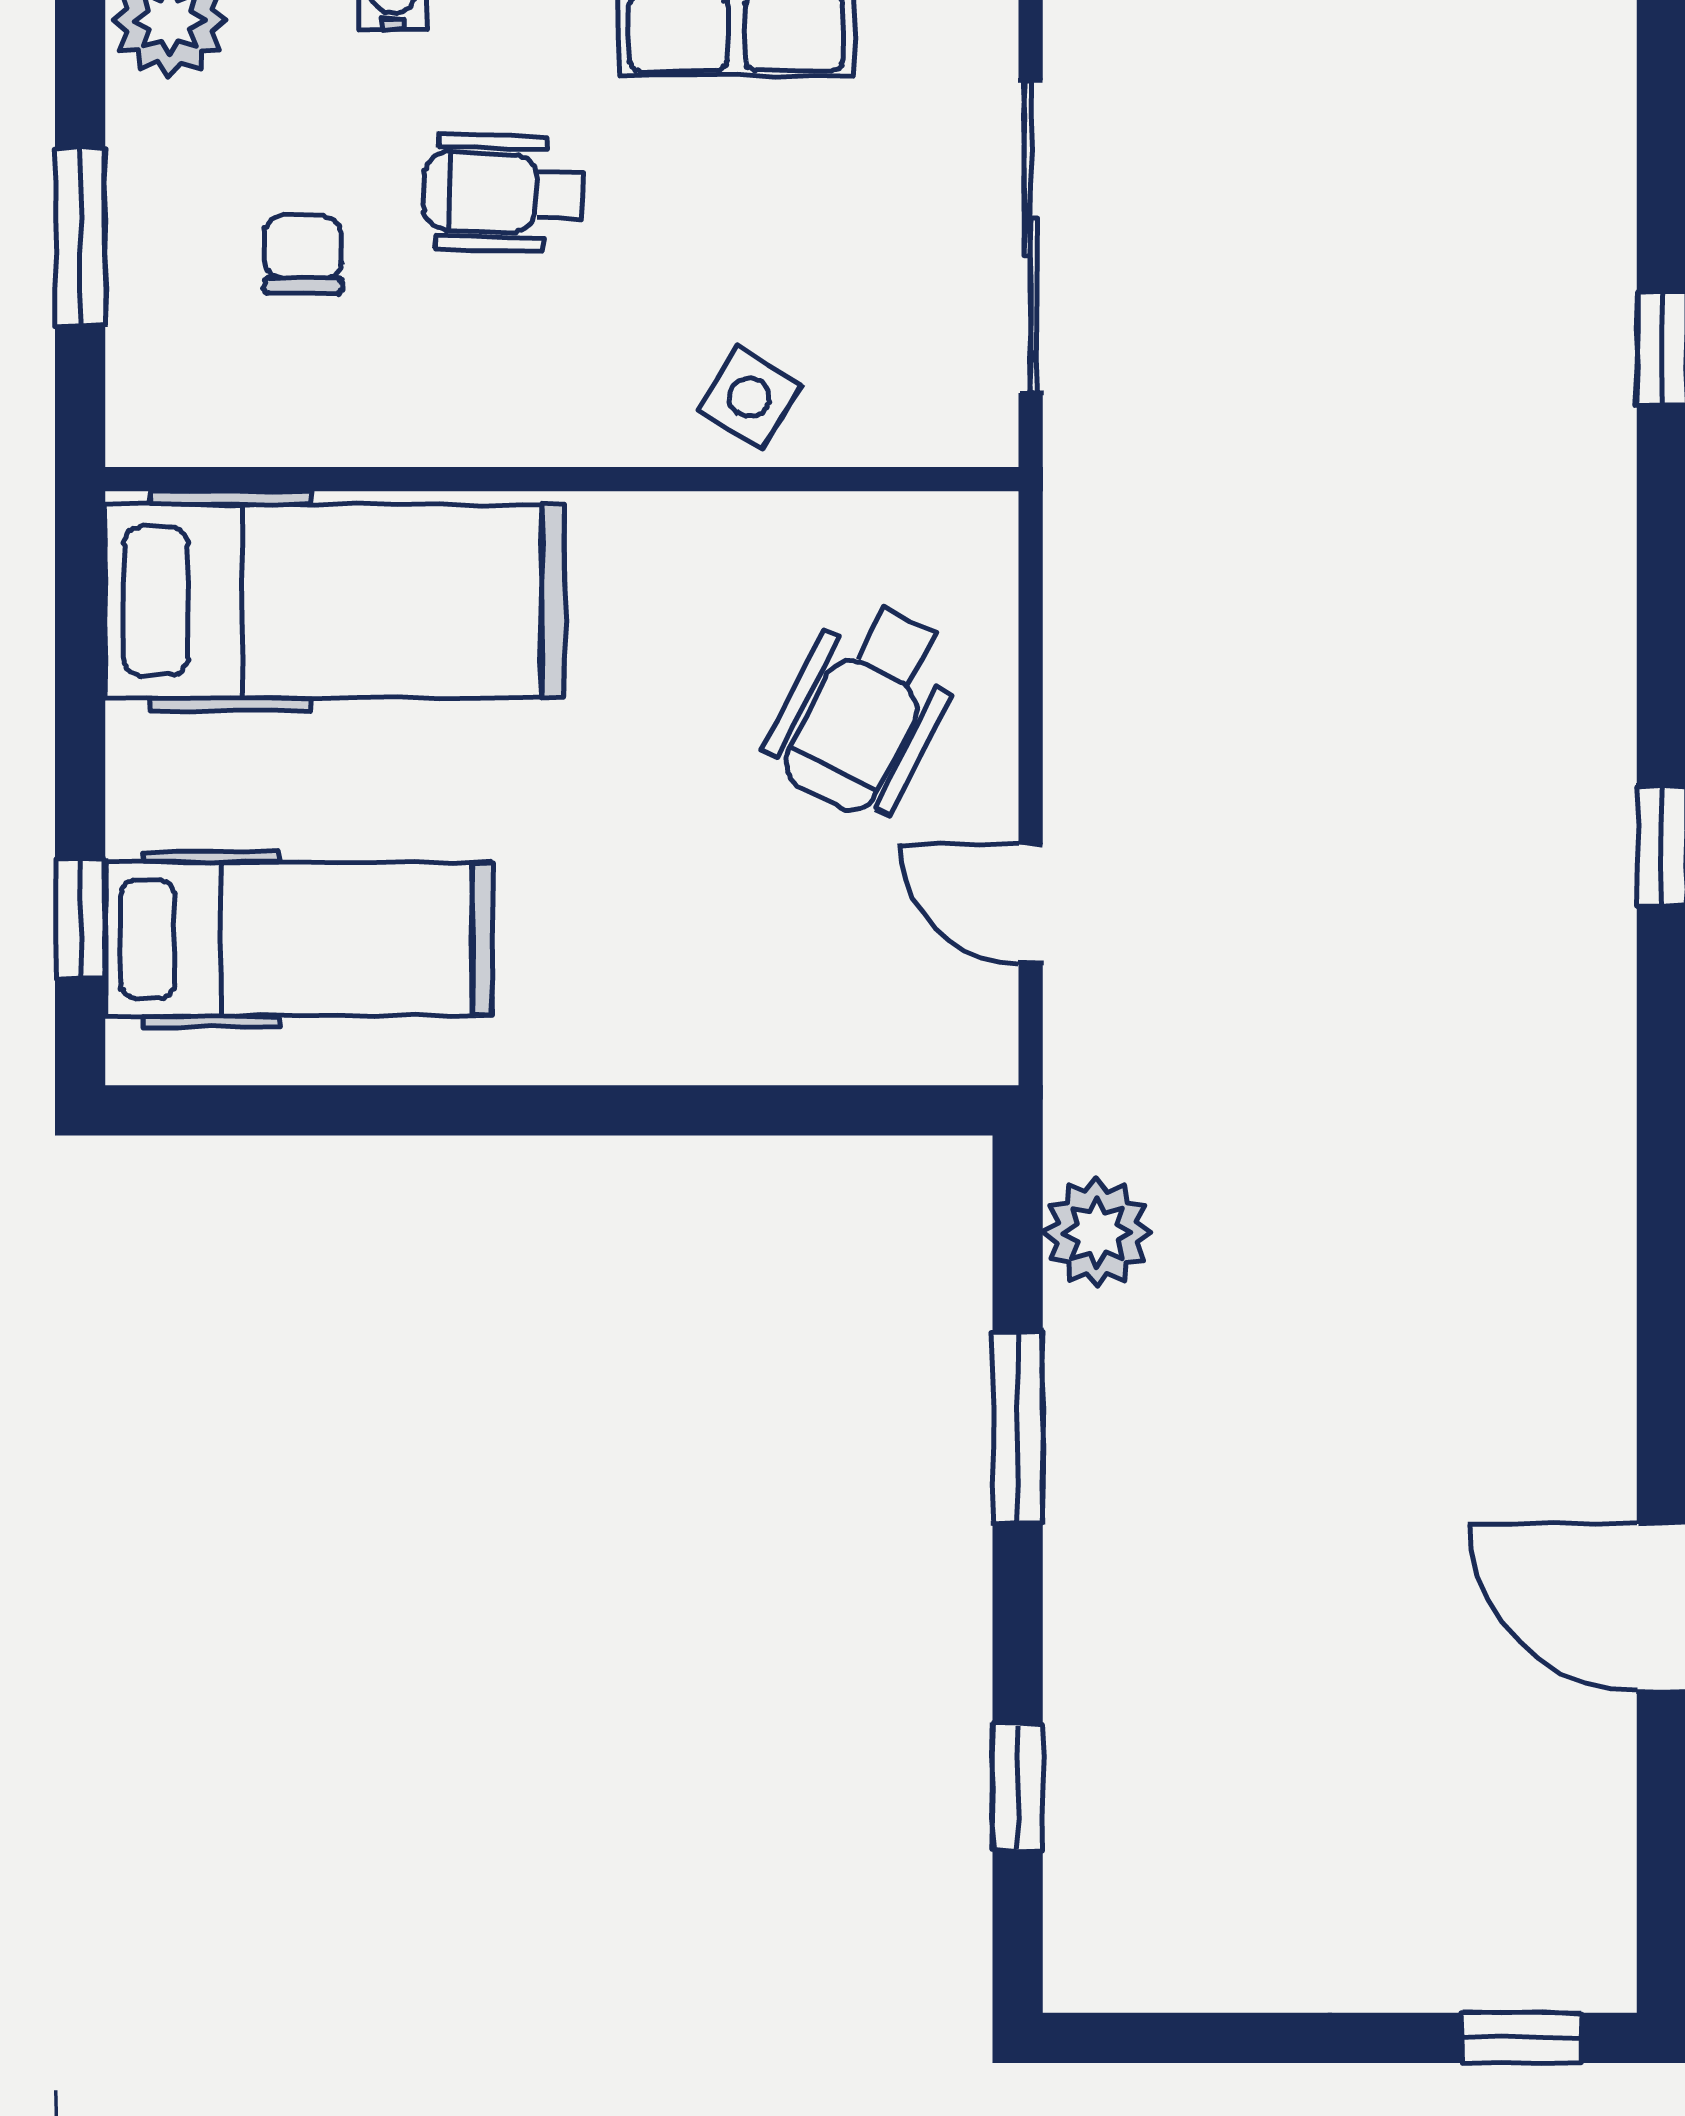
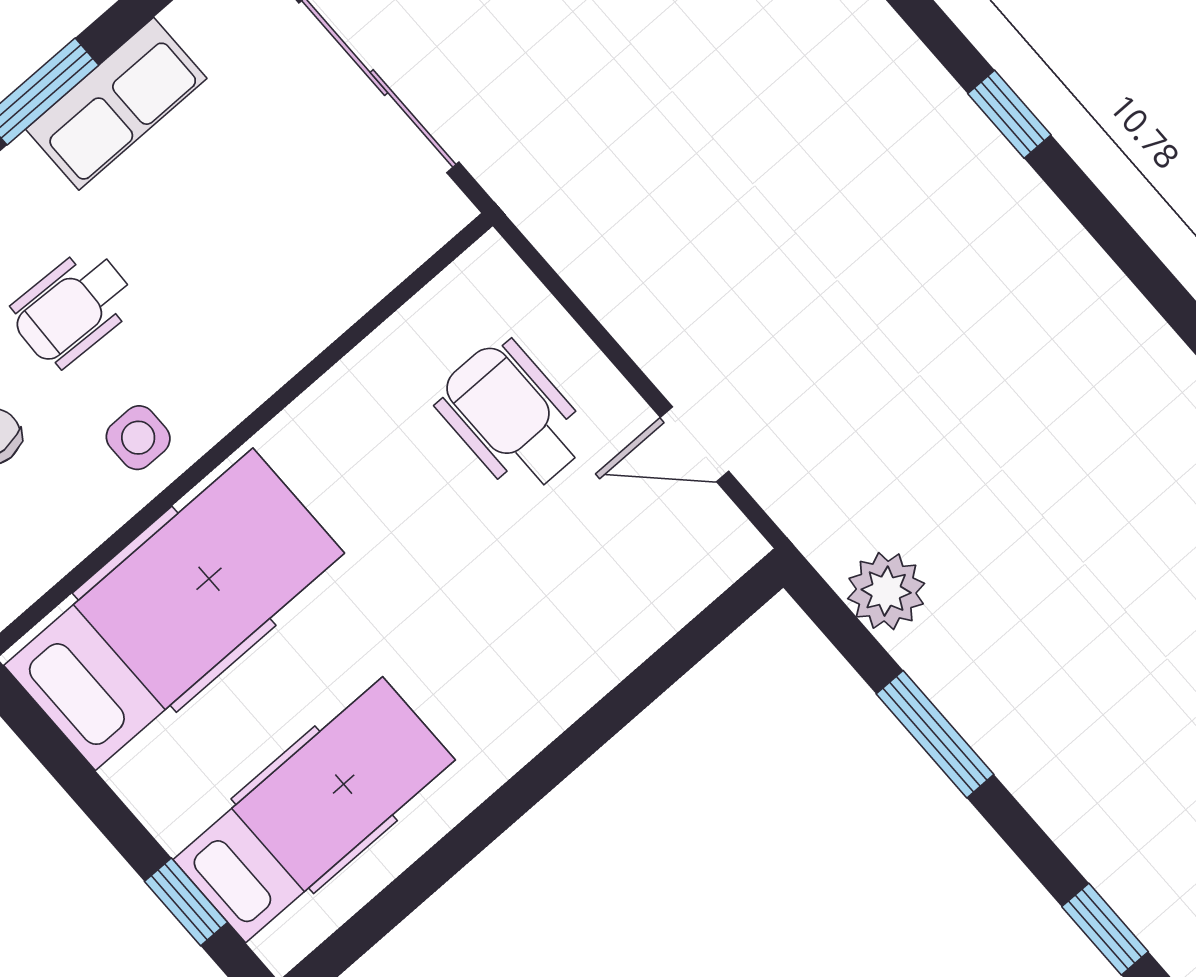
side table: (749, 397) -> (138, 438), moved, turned -32
wheelchair: (865, 709) -> (512, 417), turned 153

